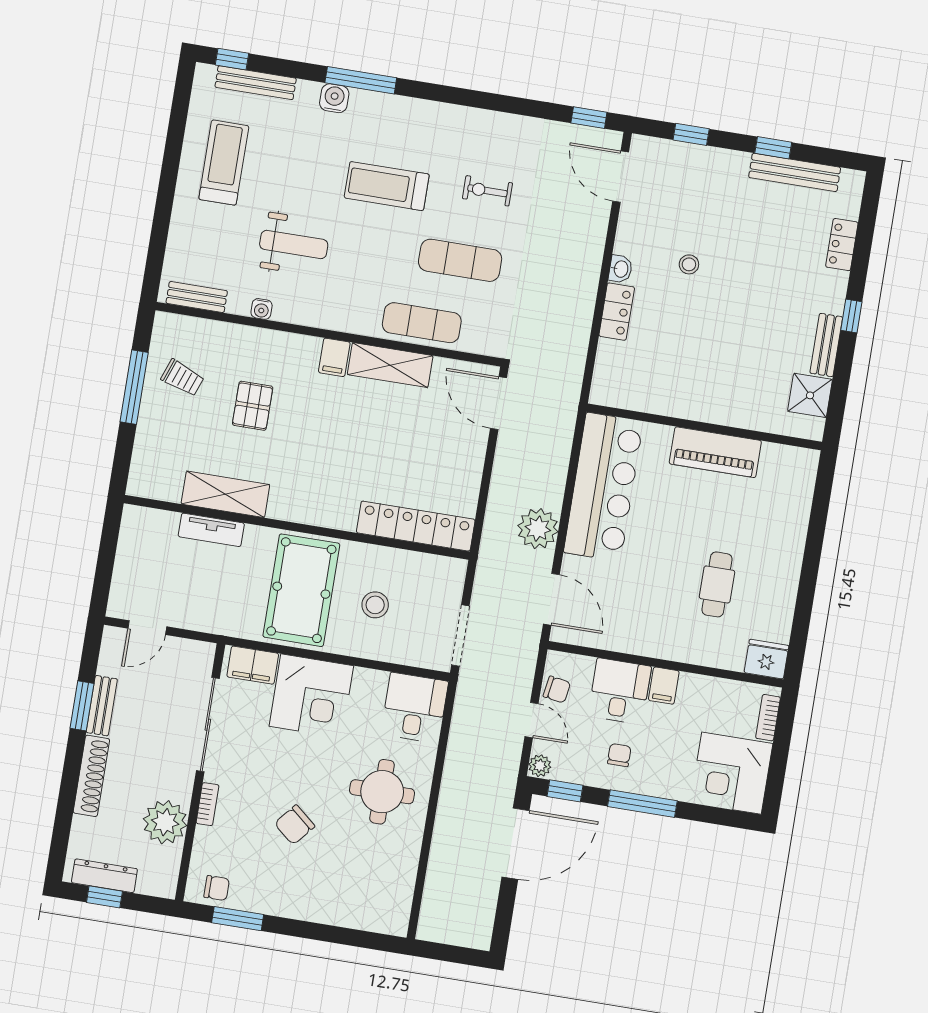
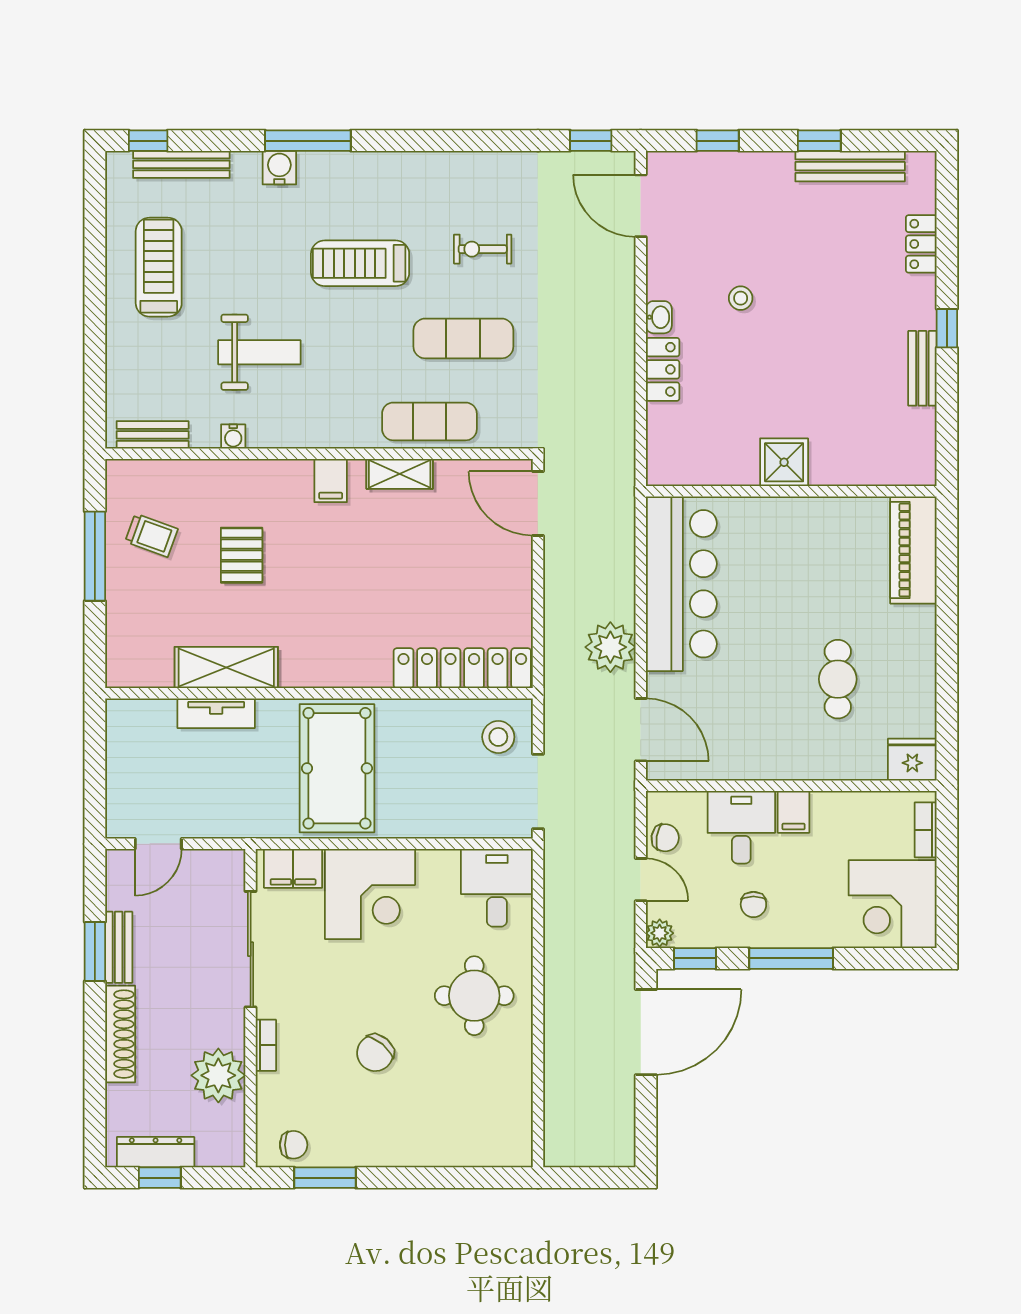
shelving: (390, 365) -> (400, 474), width x0.67, depth x0.75
shower: (810, 395) -> (784, 462), moved
piano: (715, 452) -> (913, 550), moved, turned 90
stool: (375, 605) -> (498, 737), moved
chair: (619, 755) -> (753, 904), turned 180

